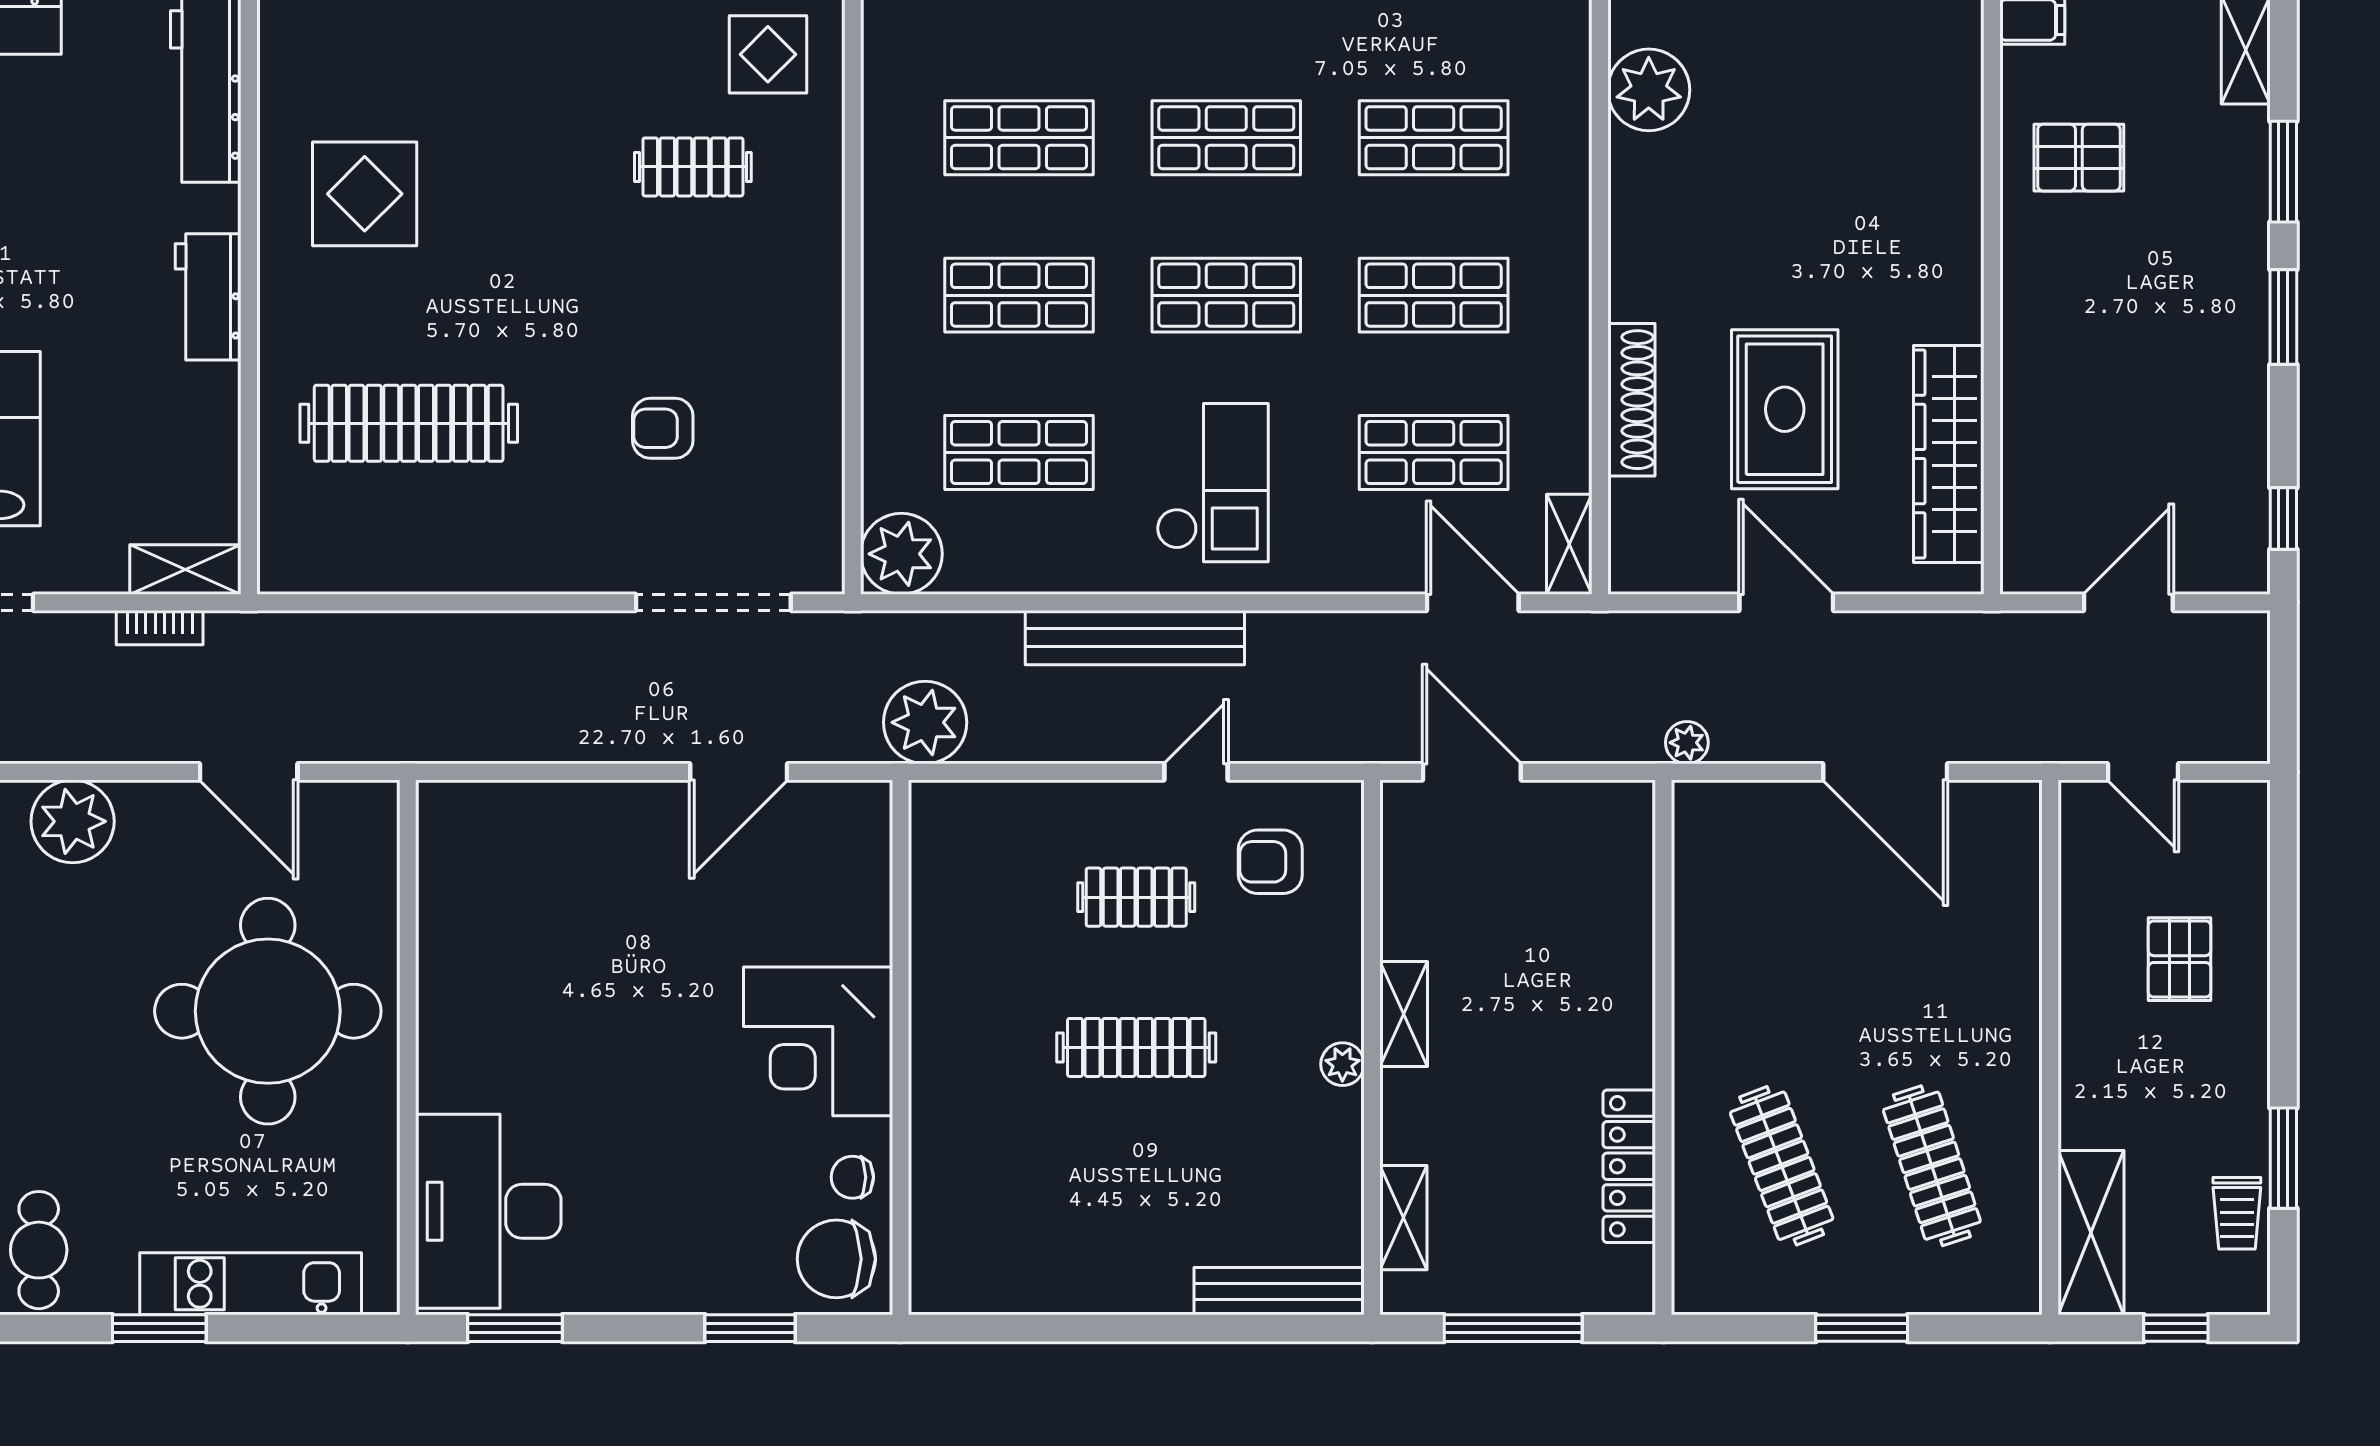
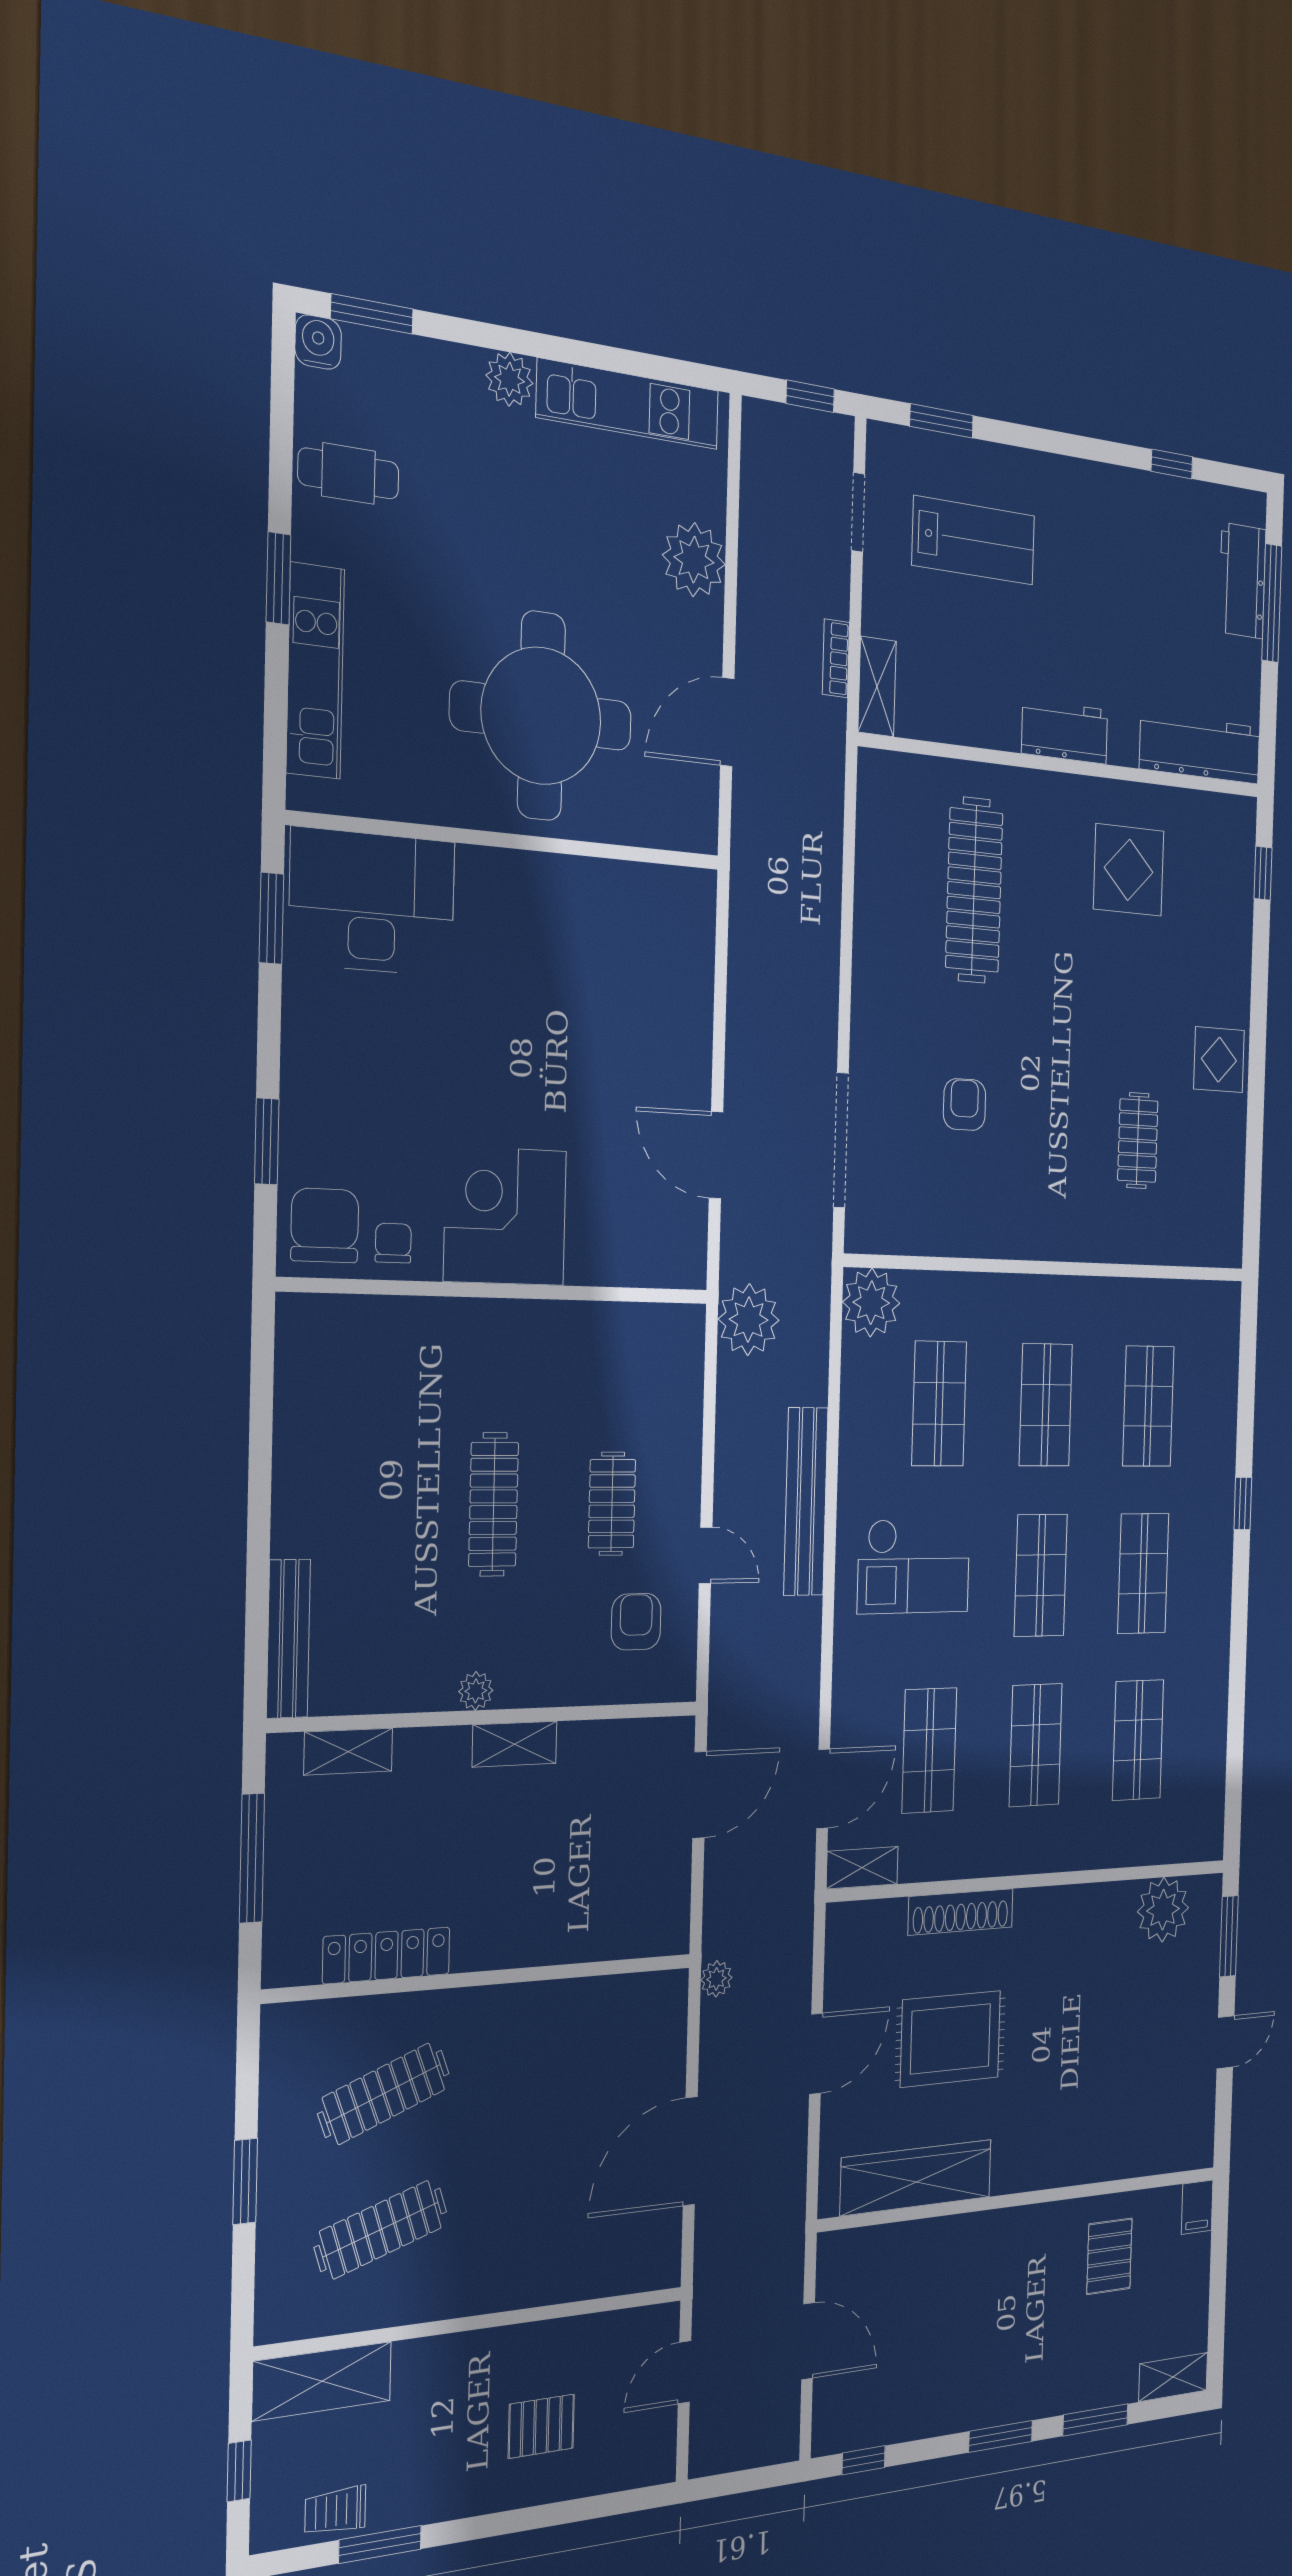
display table: (768, 54) -> (1219, 1060), moved

